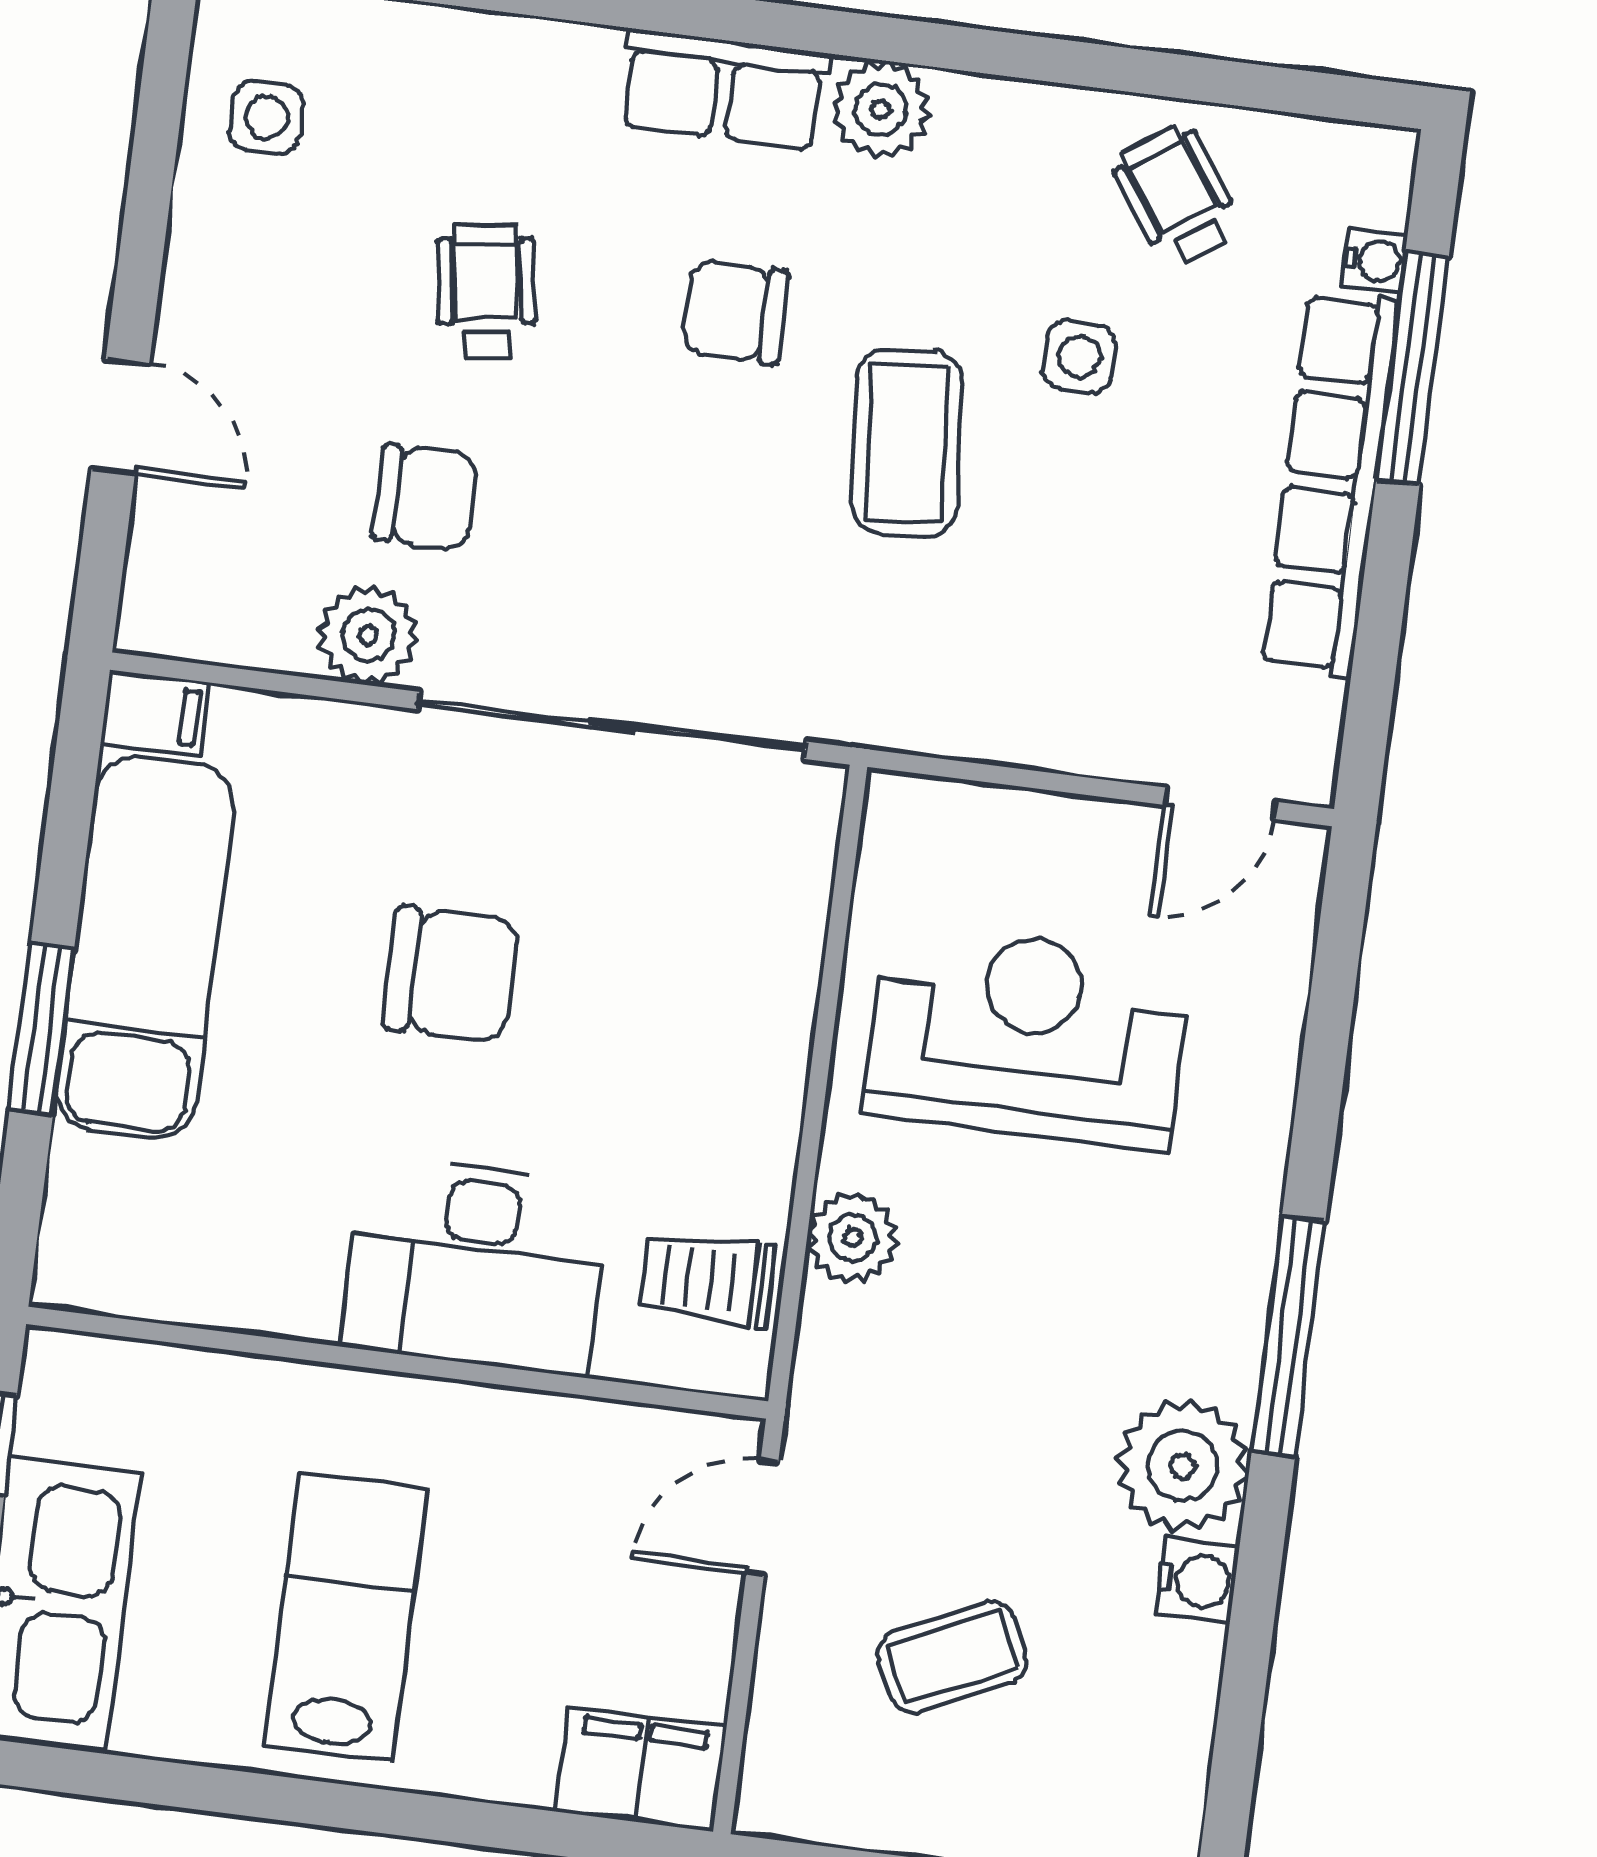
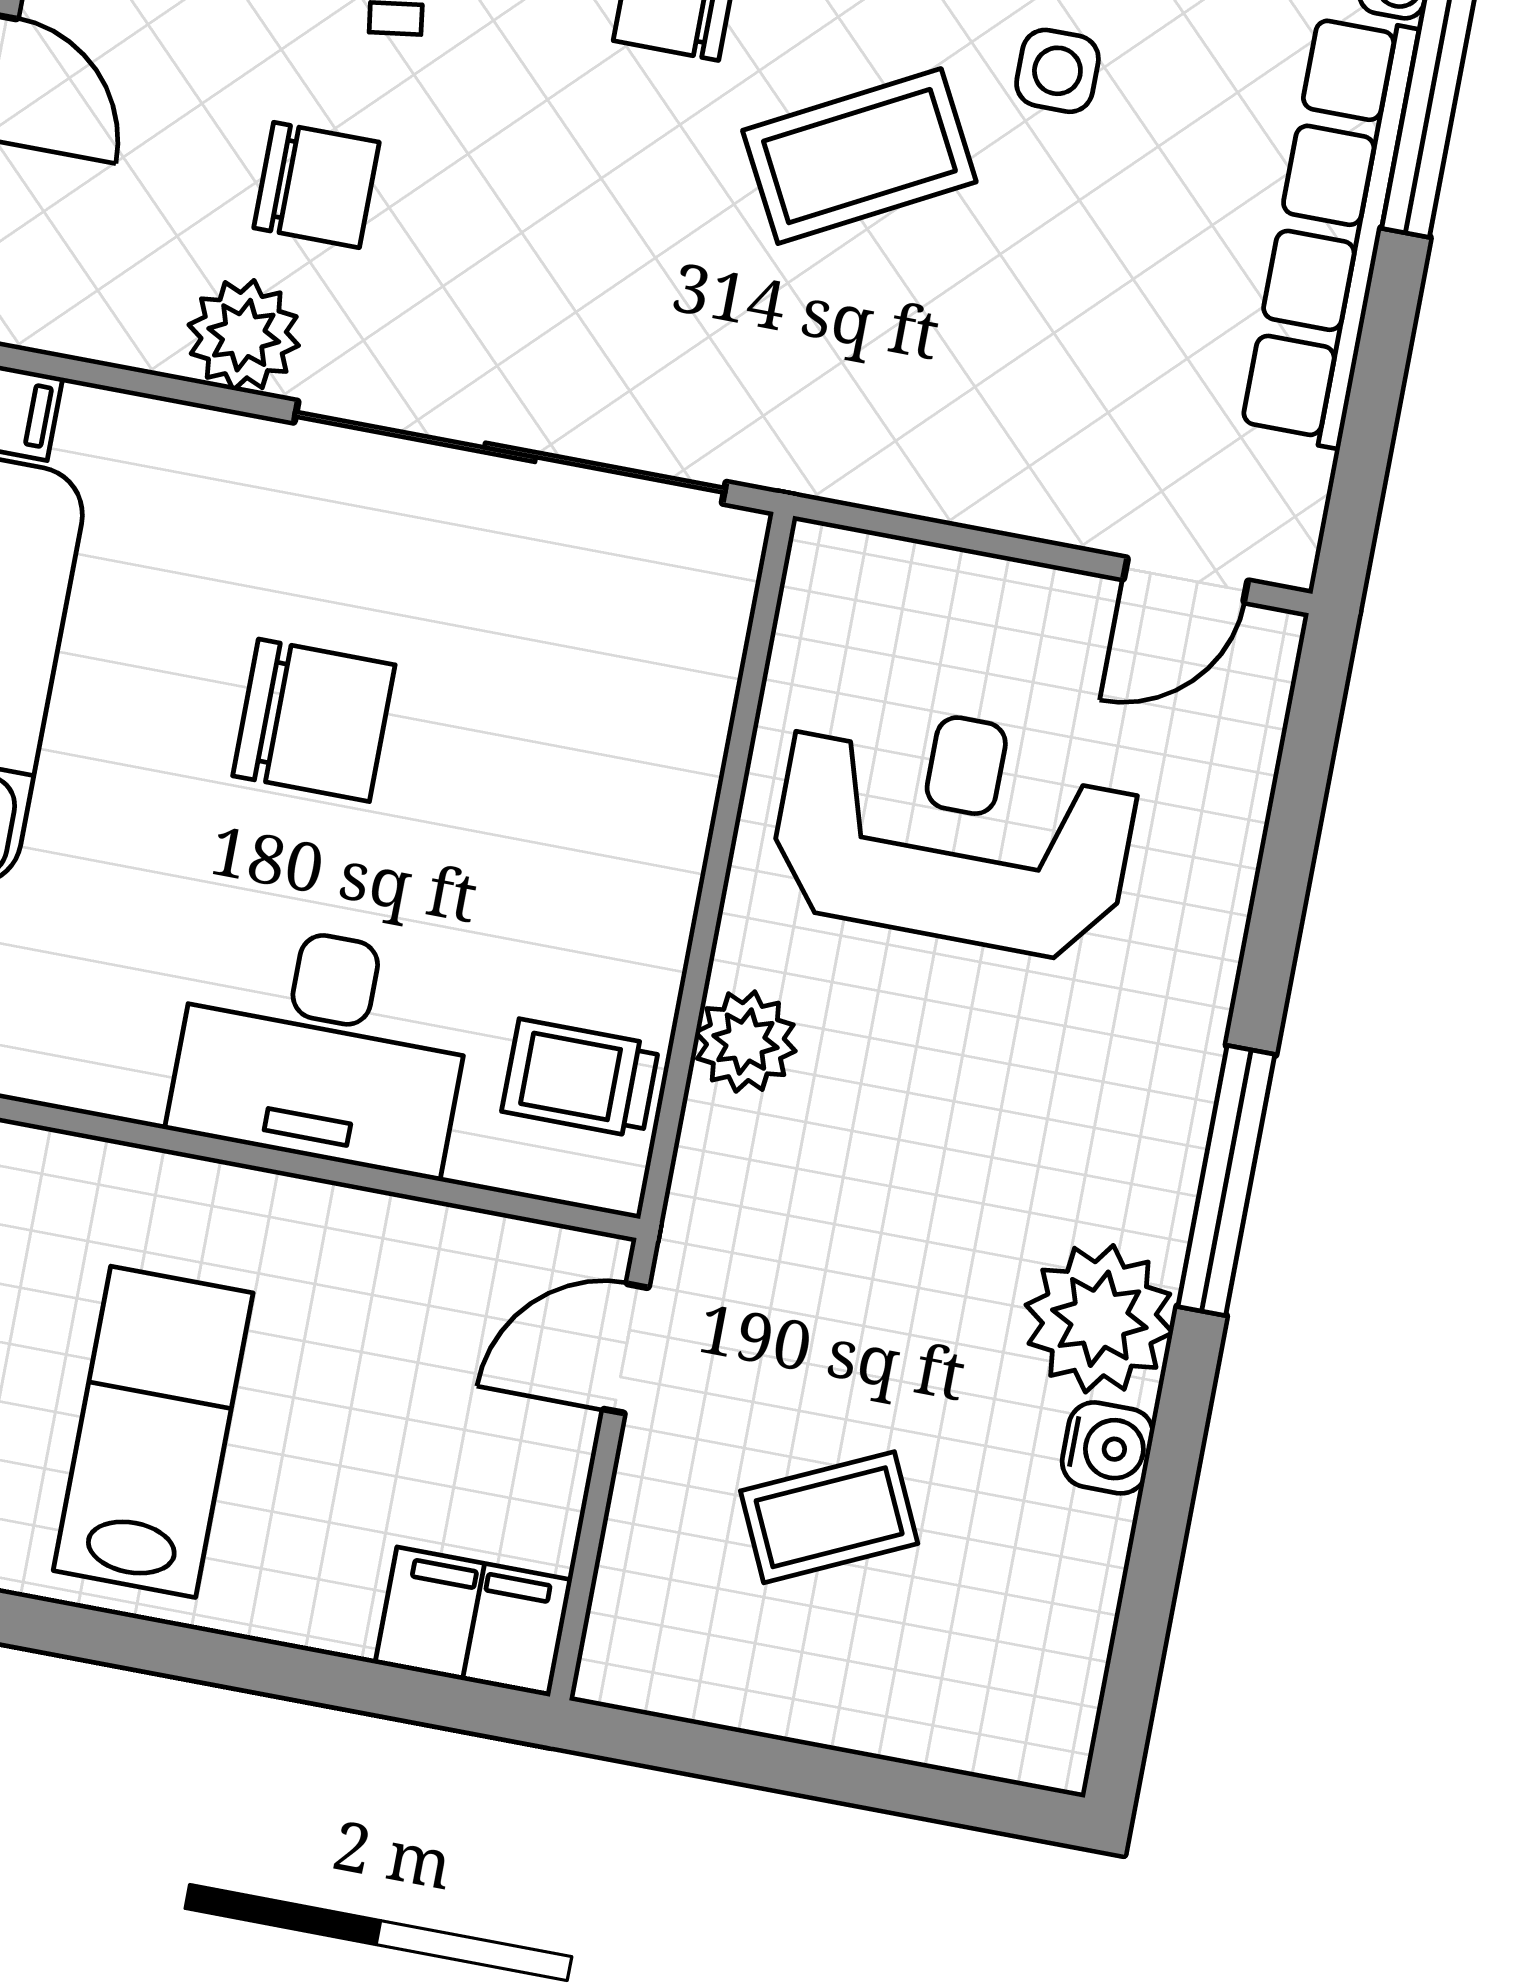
coffee table: (907, 443) -> (859, 156), turned 67

